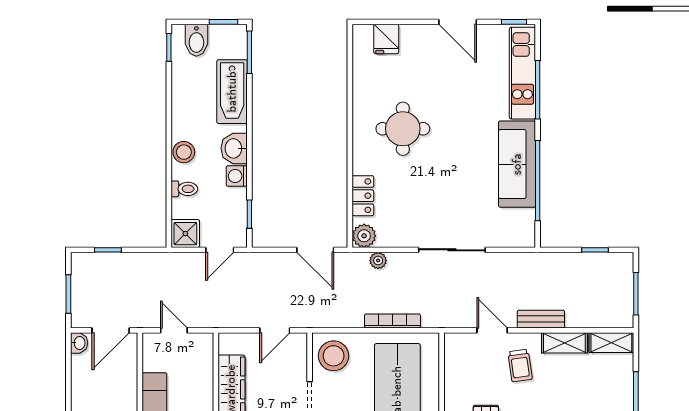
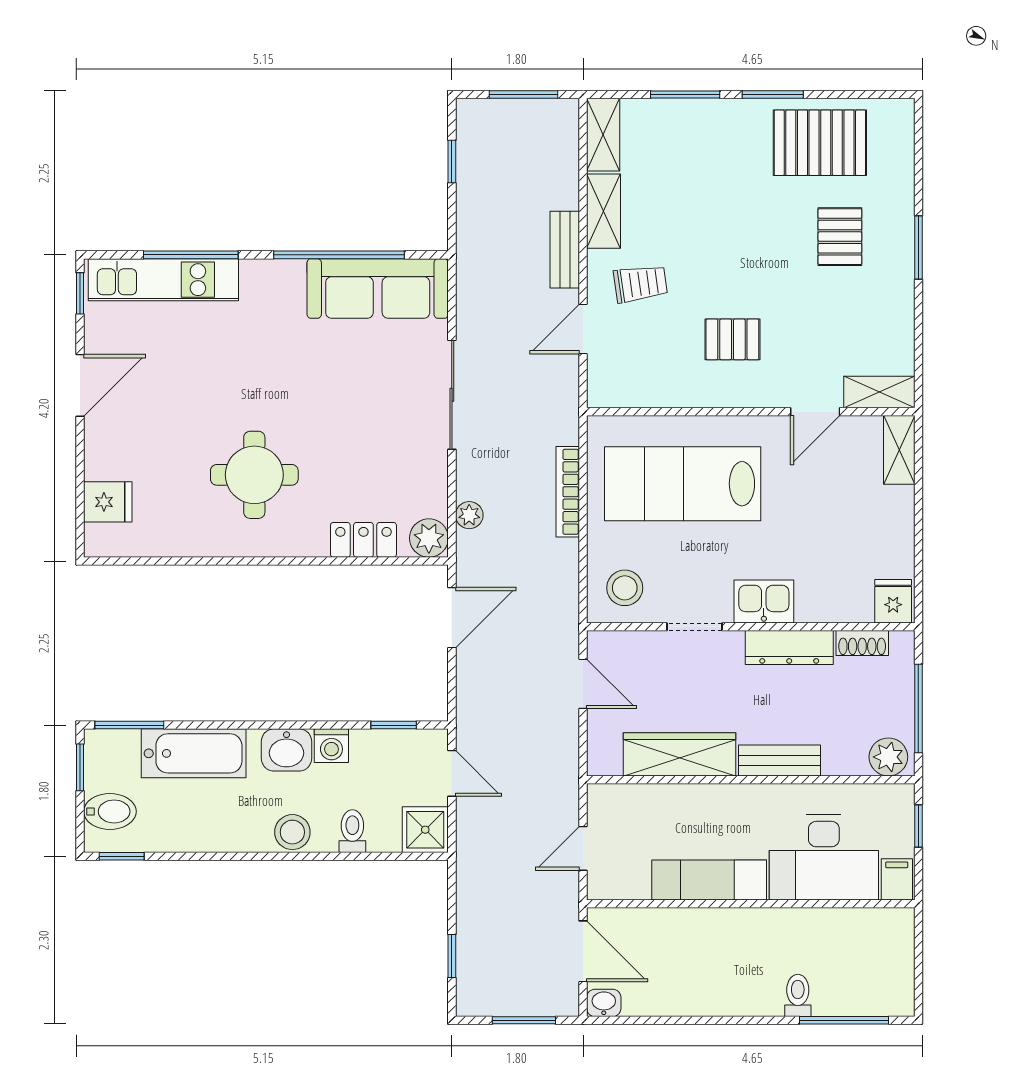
sofa: (517, 164) -> (378, 288), moved
stool: (334, 356) -> (625, 588), width x0.73, depth x0.73

